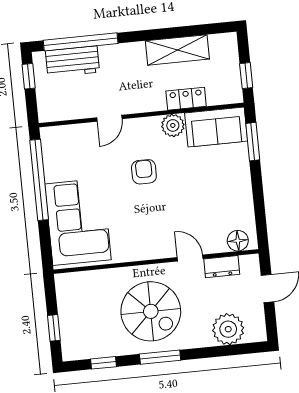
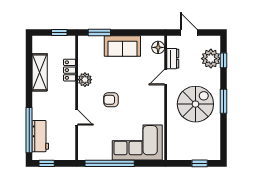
sofa: (216, 127) -> (122, 46), moved, turned 90
window: (104, 363) -> (224, 60), moved

